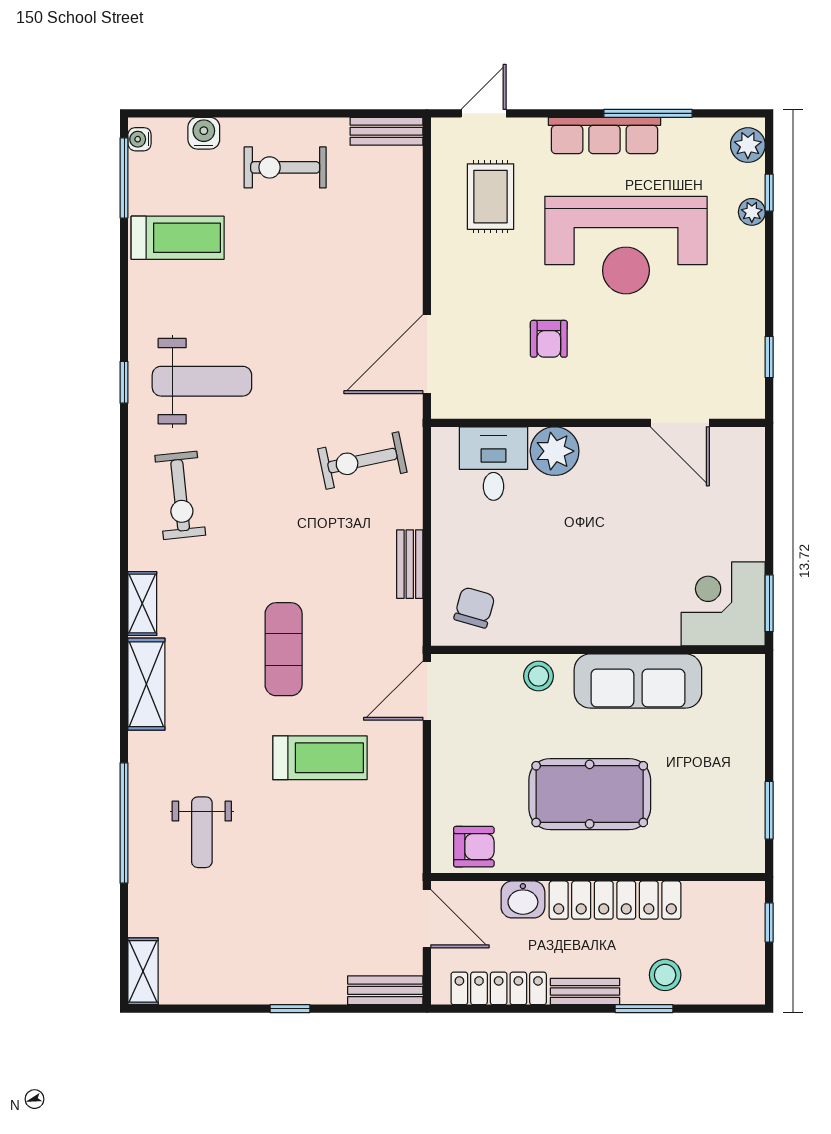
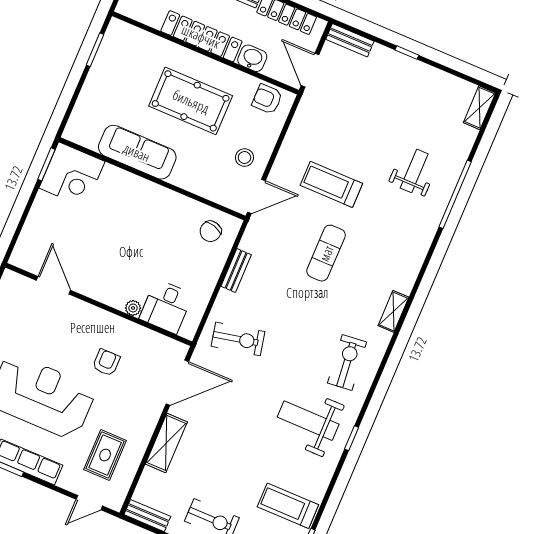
plant: (555, 451) -> (133, 308), width x0.53, depth x0.53
stool: (539, 676) -> (245, 158), moved
shelving: (146, 684) -> (166, 443), moved

